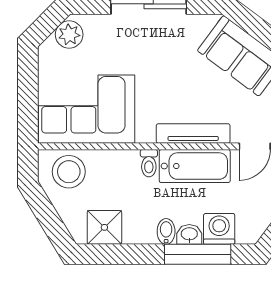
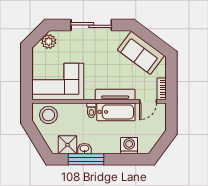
bidet: (166, 231) -> (101, 147), removed
washbasin: (189, 234) -> (84, 149), moved
window: (198, 254) -> (86, 159), moved

